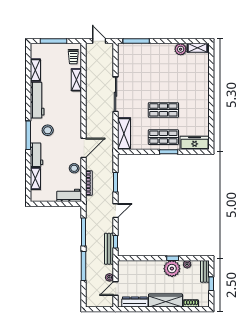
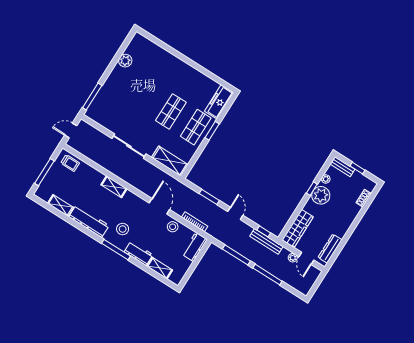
shelving: (197, 48) -> (134, 44), removed
shelving: (76, 80) -> (114, 187), moved
wardrobe: (166, 301) -> (298, 228), moved, turned 180

